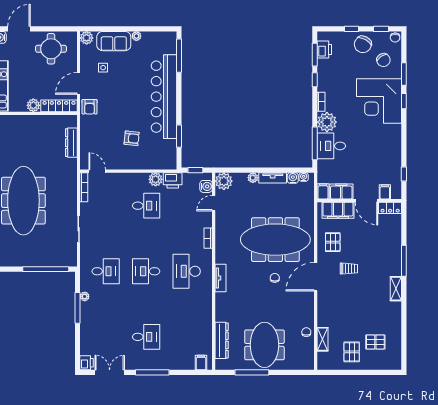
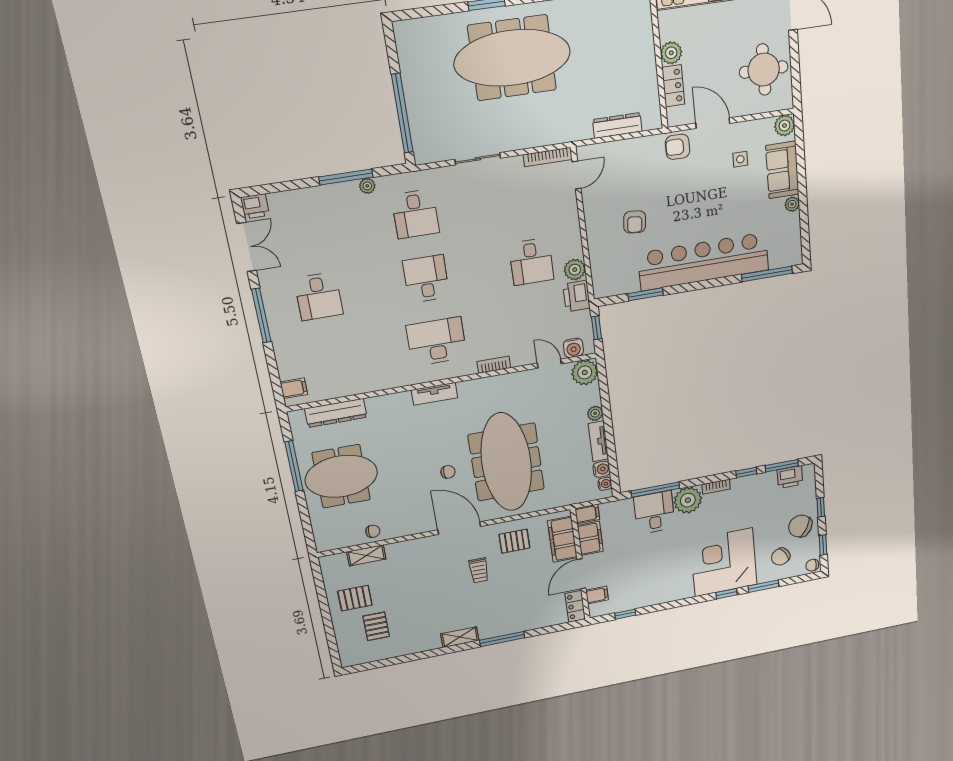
locker: (59, 106) -> (673, 86), width x0.66

